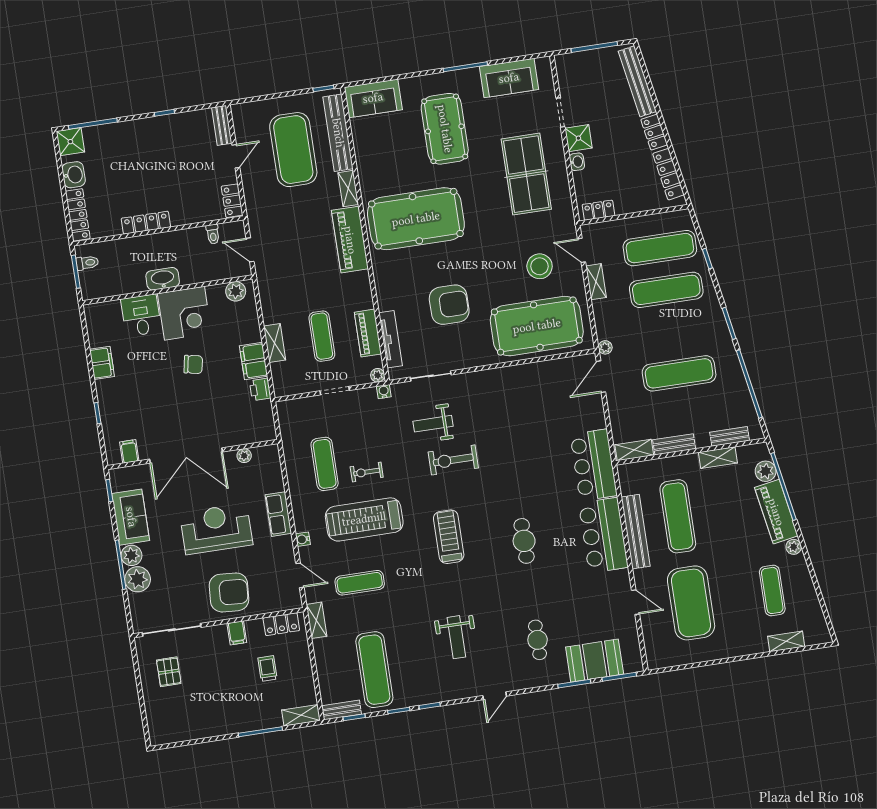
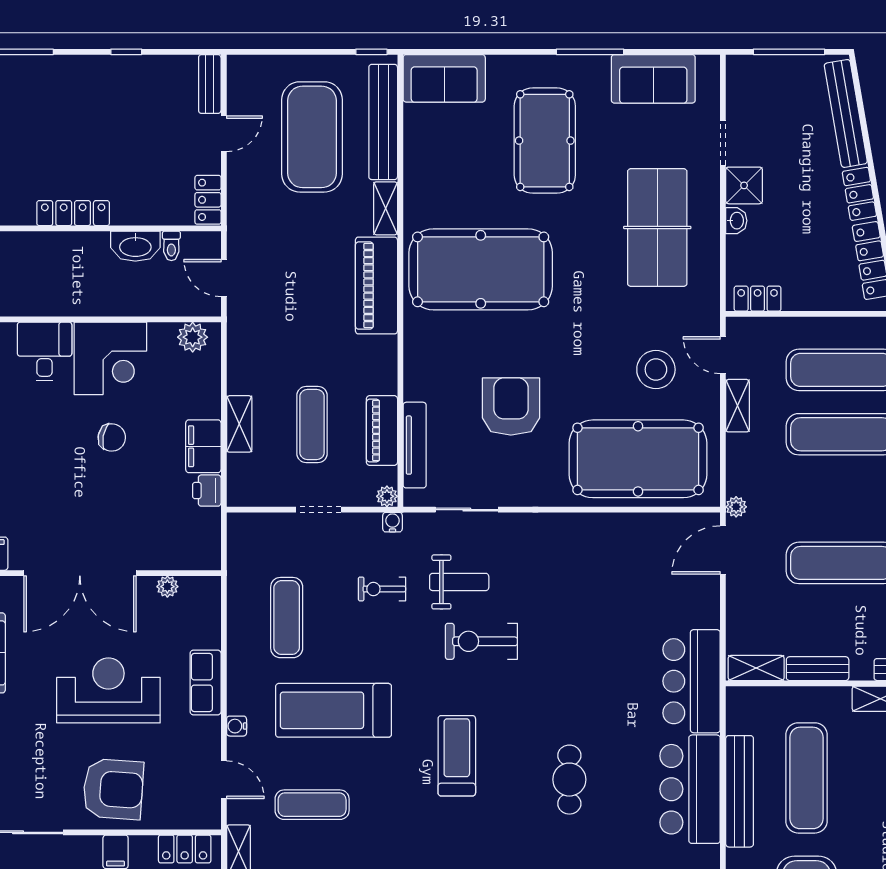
washbasin: (163, 279) -> (135, 246), moved, turned 180
armchair: (449, 305) -> (511, 406), turned -90
weight bench: (433, 424) -> (459, 582), turned 180
exercise bike: (367, 472) -> (382, 589), moved

